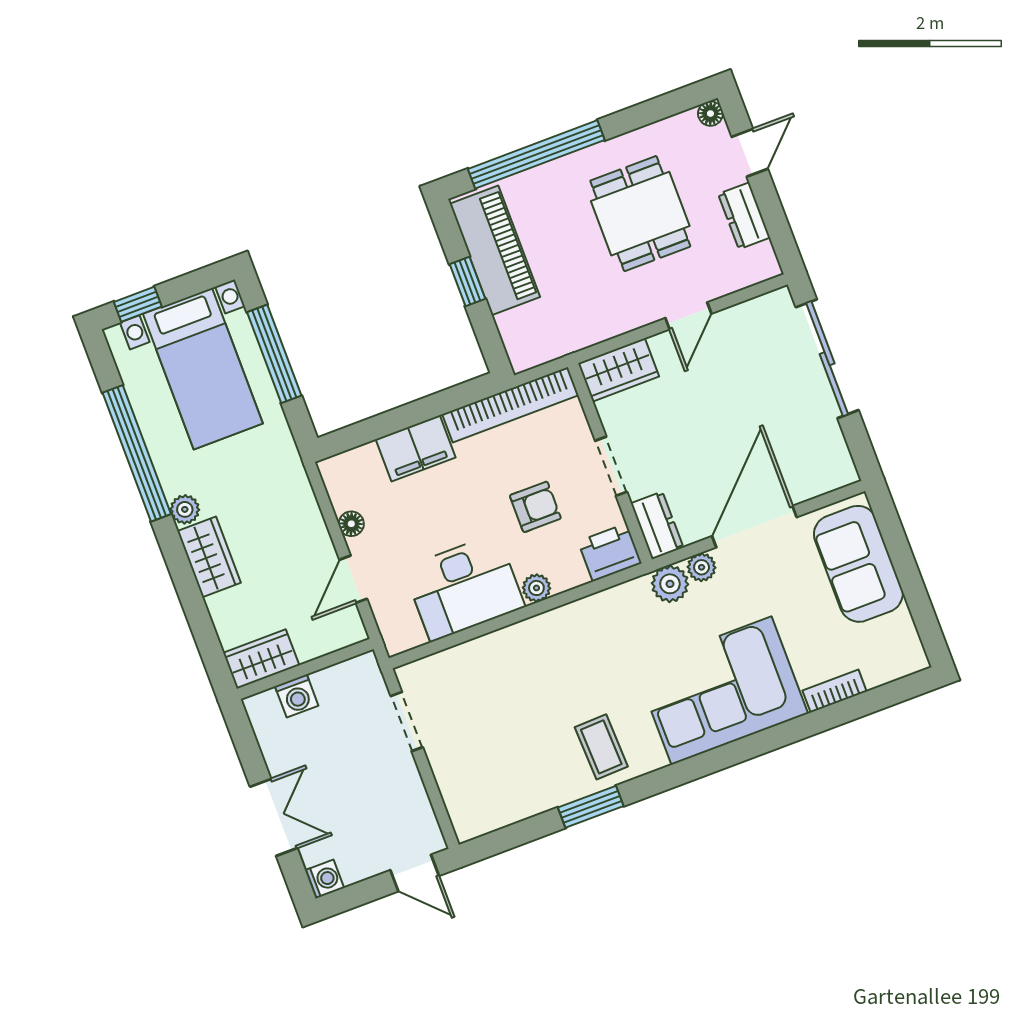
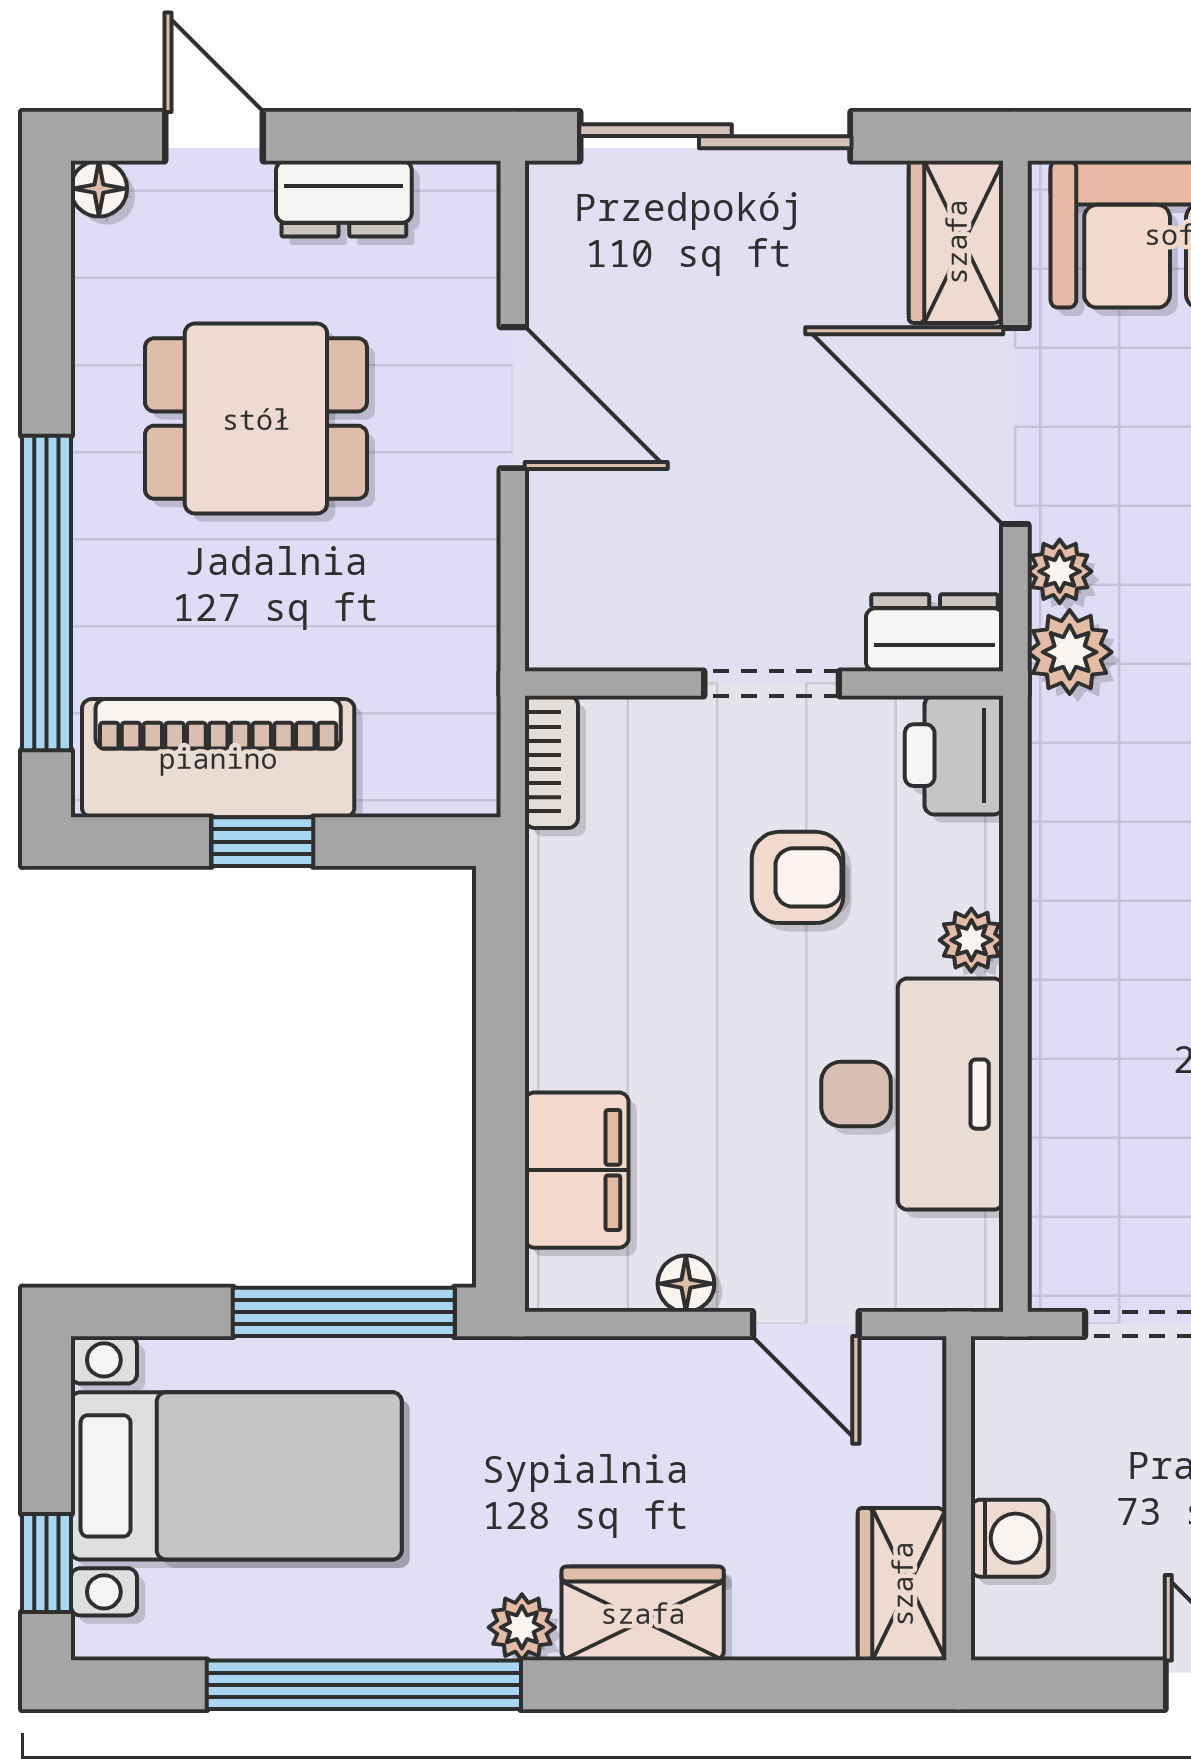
door: (688, 316) -> (513, 398), width x1.38
window: (274, 354) -> (344, 1312), moved
wardrobe: (619, 370) -> (956, 242), moved, turned 180
bookcase: (510, 405) -> (551, 762), width x0.43, depth x0.76
filing cabinet: (416, 448) -> (577, 1170), moved
armchair: (535, 507) -> (797, 877), turned 90

